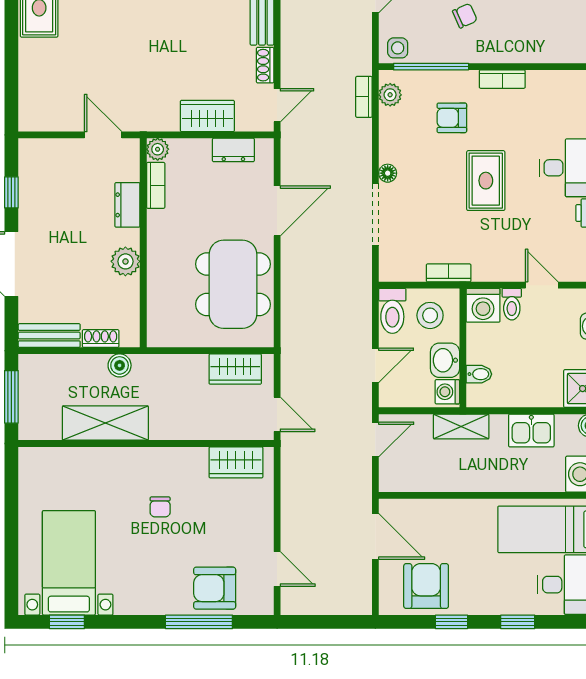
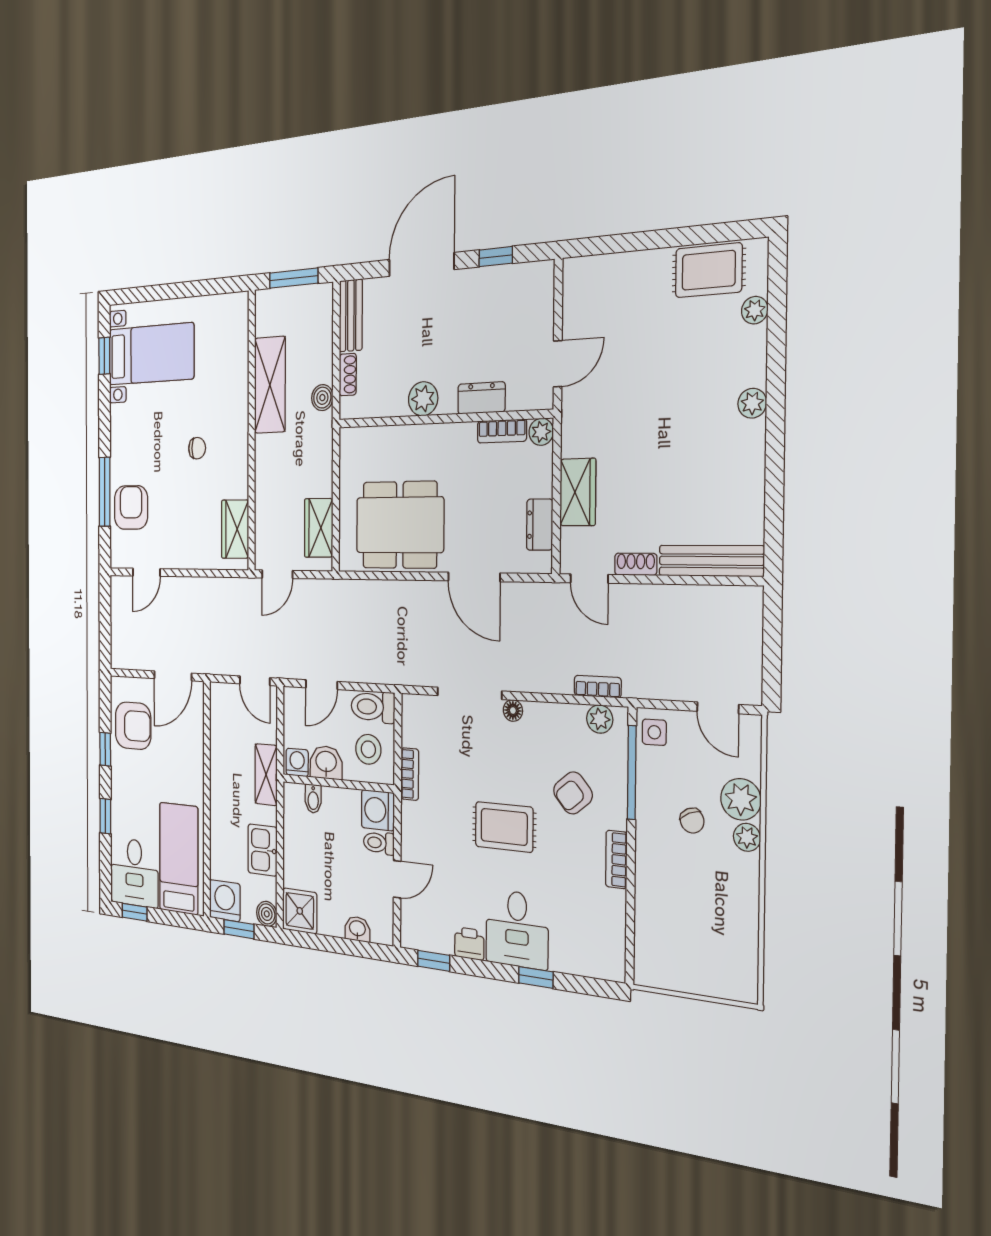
armchair: (452, 118) -> (573, 793), turned -130
door: (375, 365) -> (322, 685), hinge flipped
chair: (160, 507) -> (197, 448), turned 180

